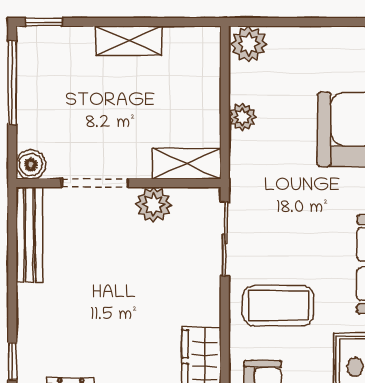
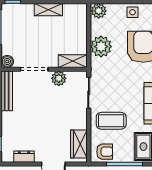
side table: (329, 47) -> (133, 12), added
plant: (242, 117) -> (101, 47), width x1.88, depth x1.88

